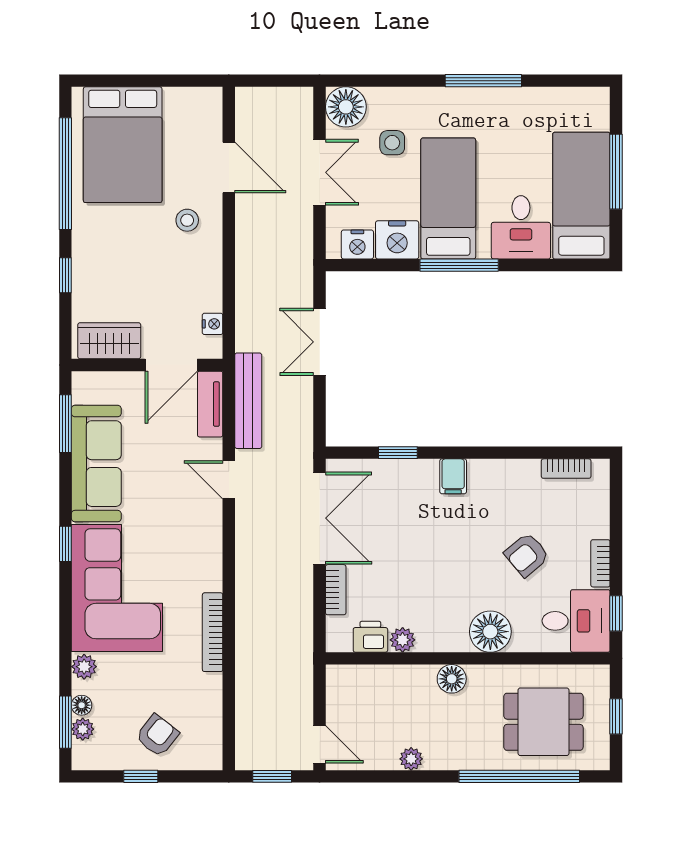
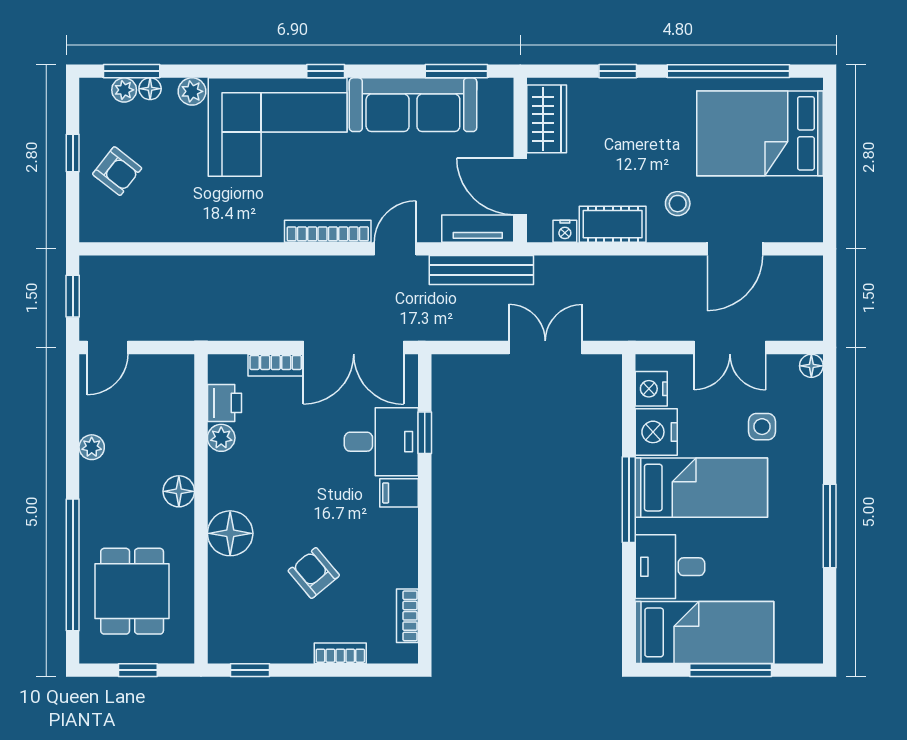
floor lamp: (346, 107) -> (811, 366), width x0.53, depth x0.53
cot: (206, 280) -> (613, 224), added
bookcase: (600, 563) -> (340, 653), moved
desk: (576, 621) -> (381, 442), moved, turned -90
bookcase: (213, 632) -> (328, 231), moved

